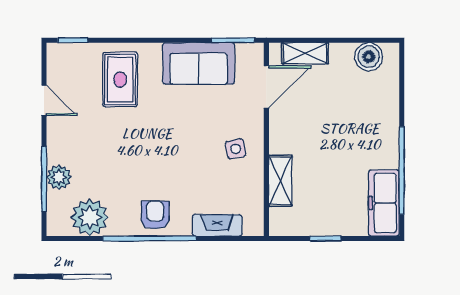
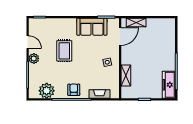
boiler: (369, 57) -> (163, 24), removed
rug: (120, 79) -> (64, 51), moved
plant: (59, 177) -> (34, 58), moved

